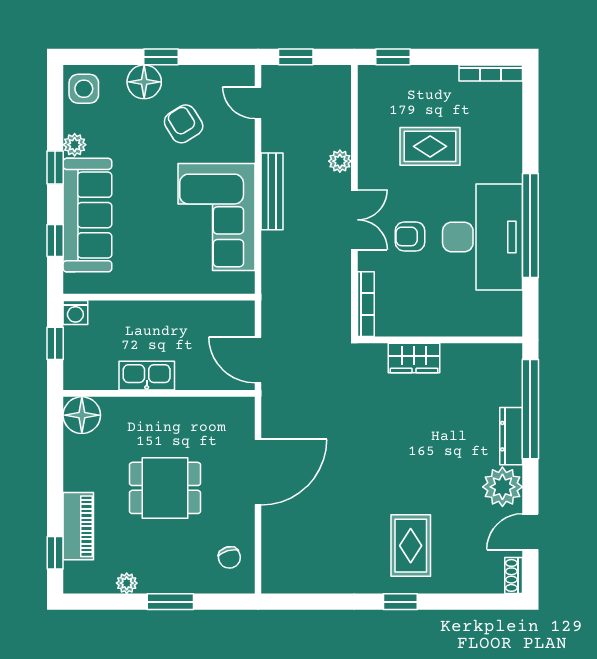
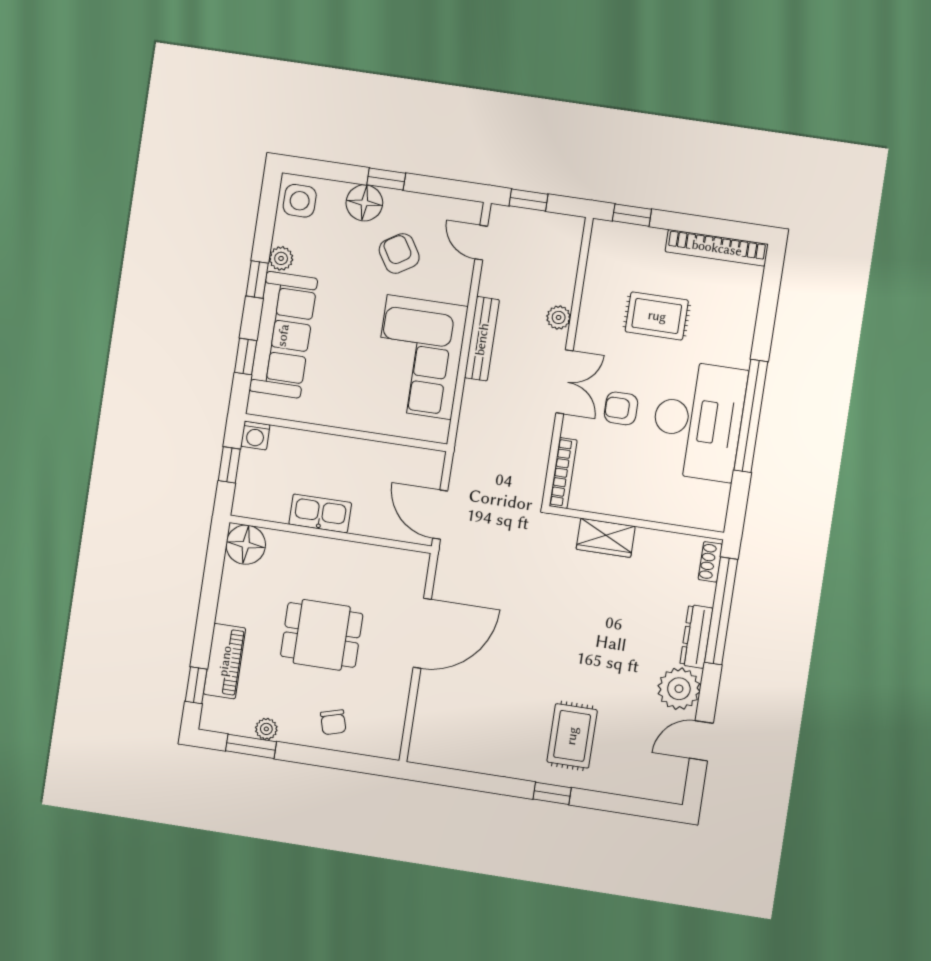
bookcase: (491, 73) -> (717, 248), width x1.48, depth x1.31
chair: (229, 557) -> (333, 722), moved
shoe rack: (514, 575) -> (710, 562), moved
window: (170, 602) -> (251, 746), moved

